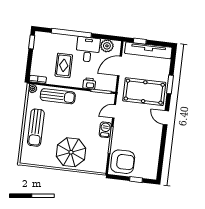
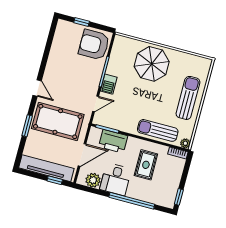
printer: (89, 83) -> (113, 141), width x1.87, depth x1.48

